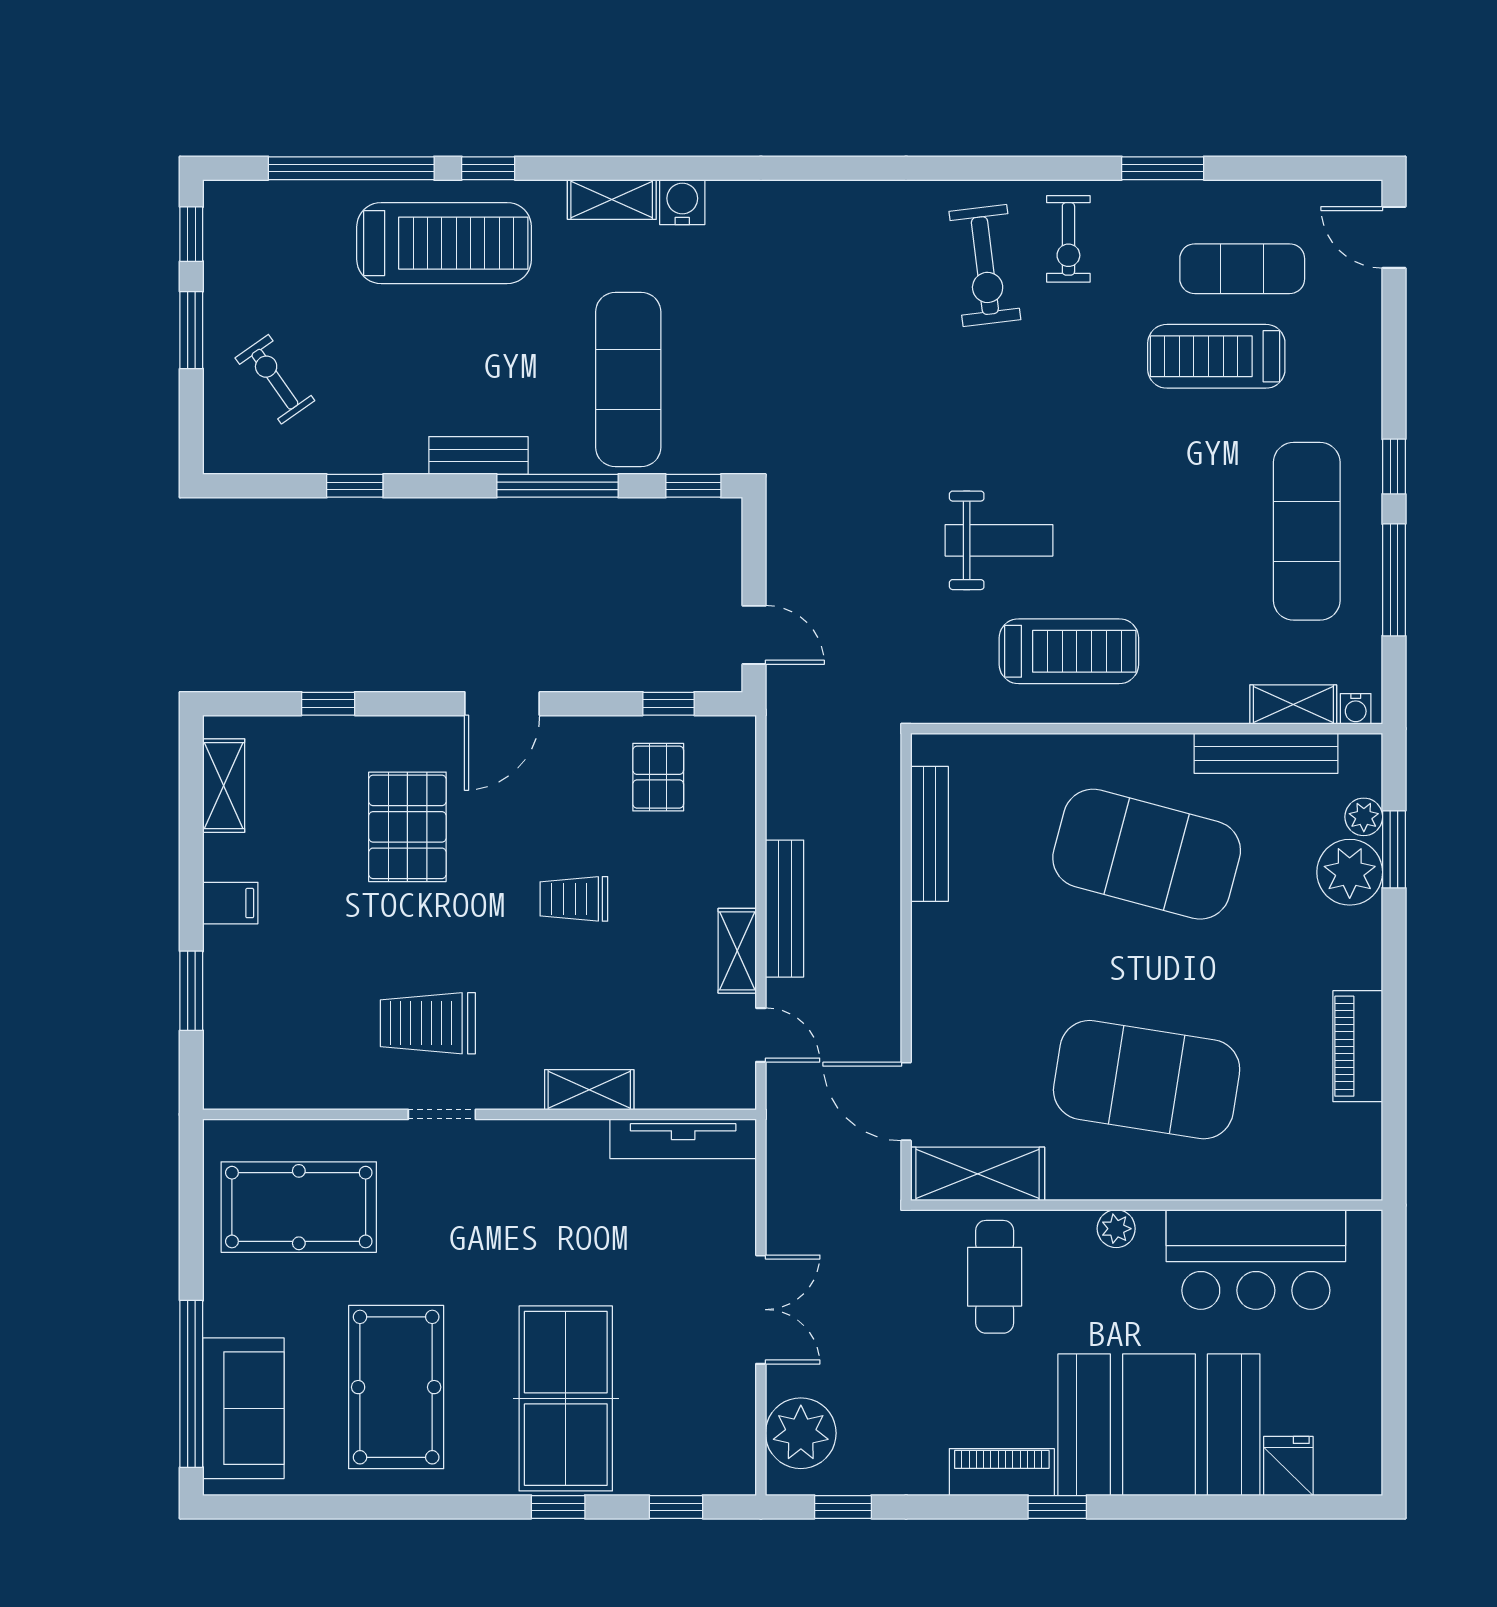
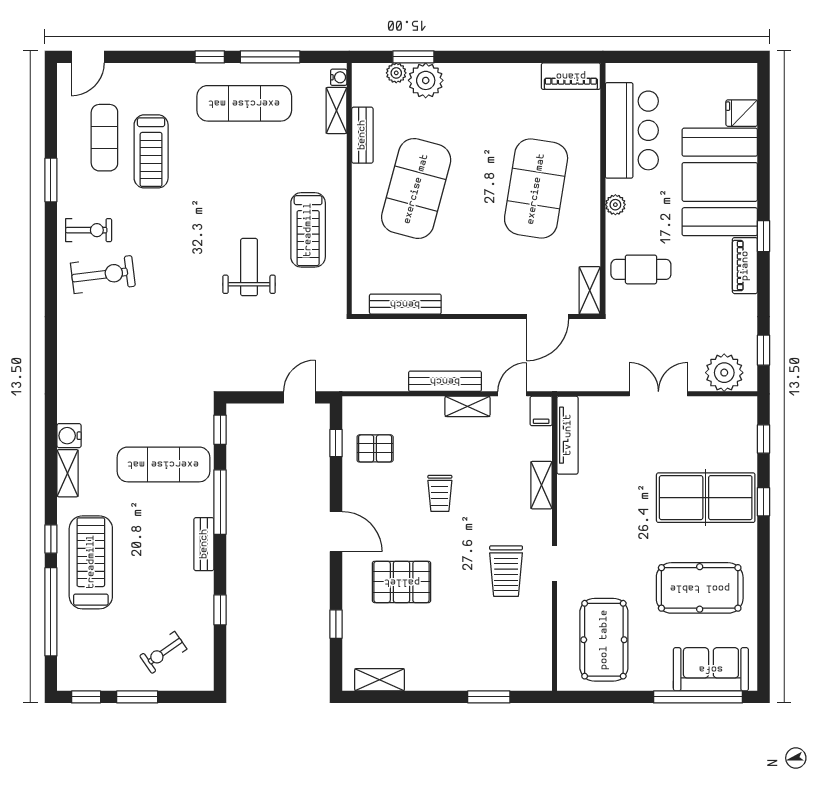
treadmill: (1069, 651) -> (308, 230), turned 180
bench: (1266, 753) -> (362, 135), width x0.73
filing cabinet: (230, 903) -> (541, 411), moved, turned 180
piano: (1358, 1046) -> (571, 76), moved
shelving: (978, 1174) -> (590, 290), width x0.67, depth x0.75

